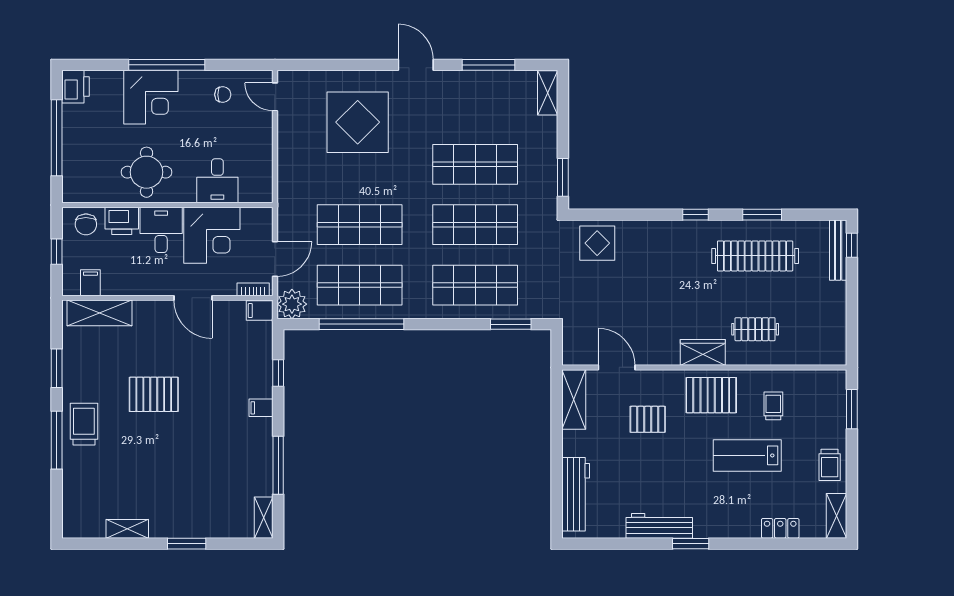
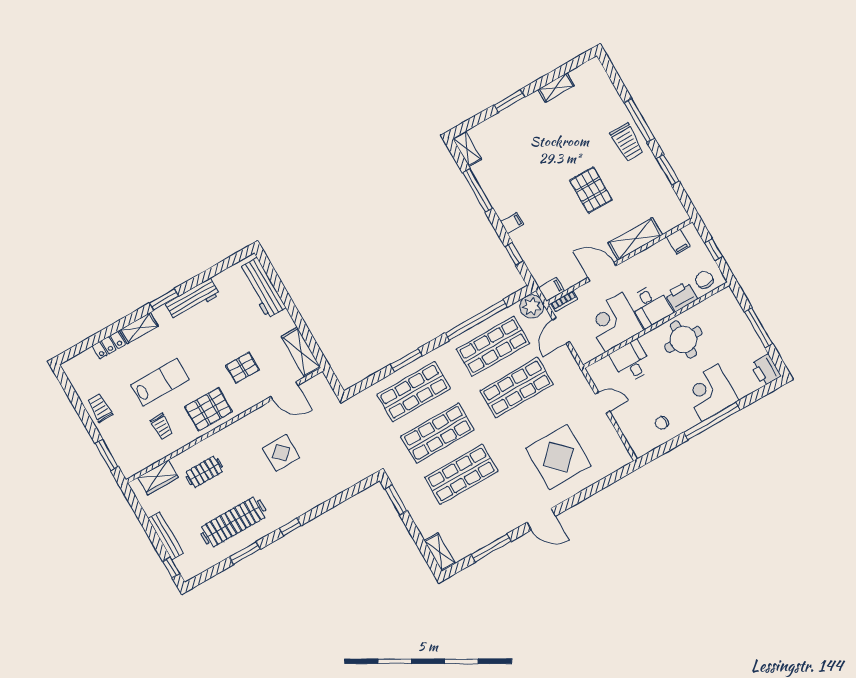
door: (275, 97) -> (602, 403), moved
window: (57, 138) -> (758, 328), width x0.68
display table: (597, 243) -> (281, 453), moved
bench: (838, 250) -> (166, 536), moved
shelving: (100, 313) -> (635, 239), moved
window: (511, 324) -> (406, 360), moved
wardrobe: (703, 352) -> (158, 477), moved
pallet: (154, 394) -> (591, 190), turned 90
shelving: (836, 516) -> (139, 328), moved, turned 90

